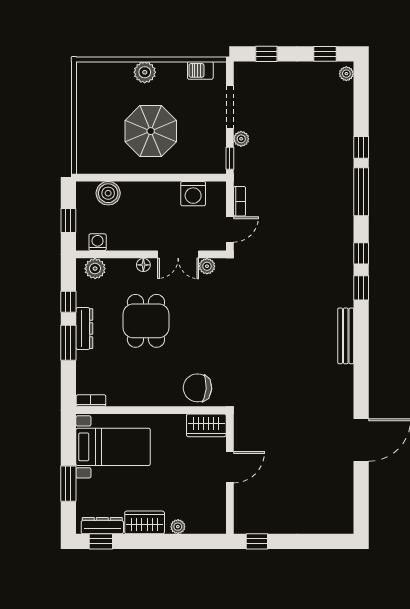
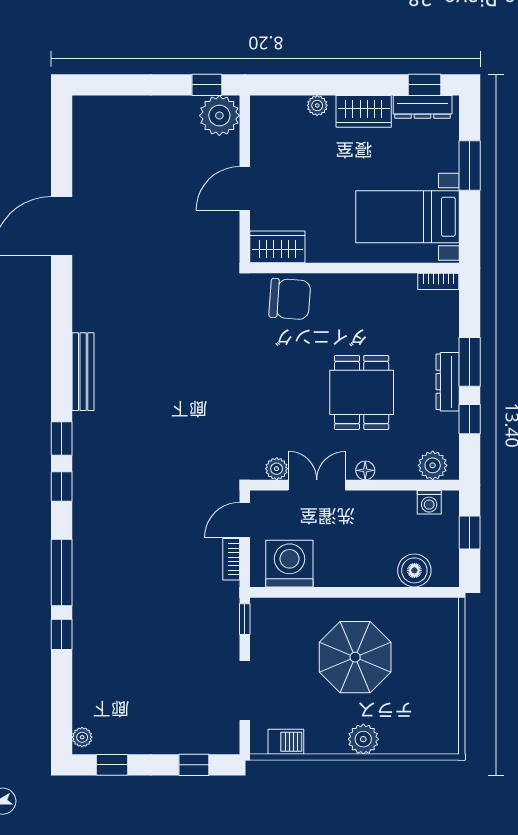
plant: (241, 139) -> (219, 116), moved, width x1.88, depth x1.88
washing machine: (193, 194) -> (289, 564), width x1.37, depth x1.37

